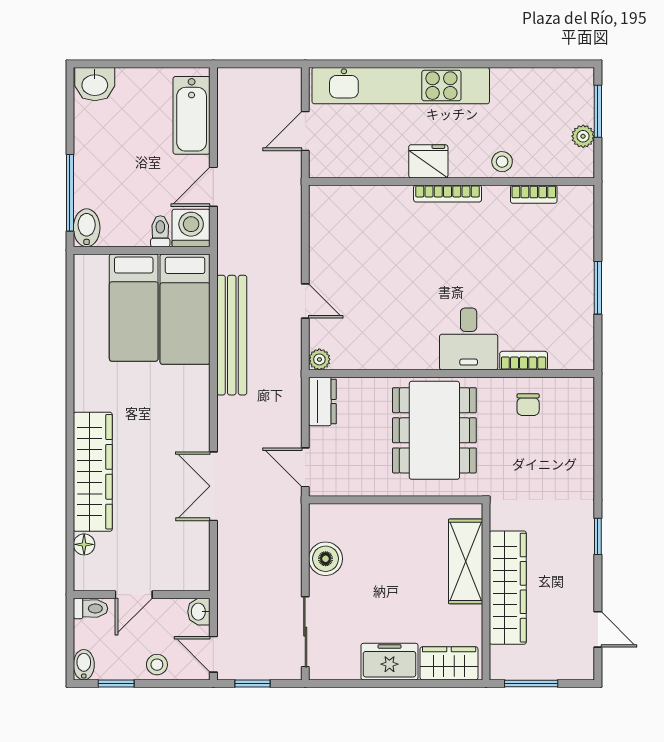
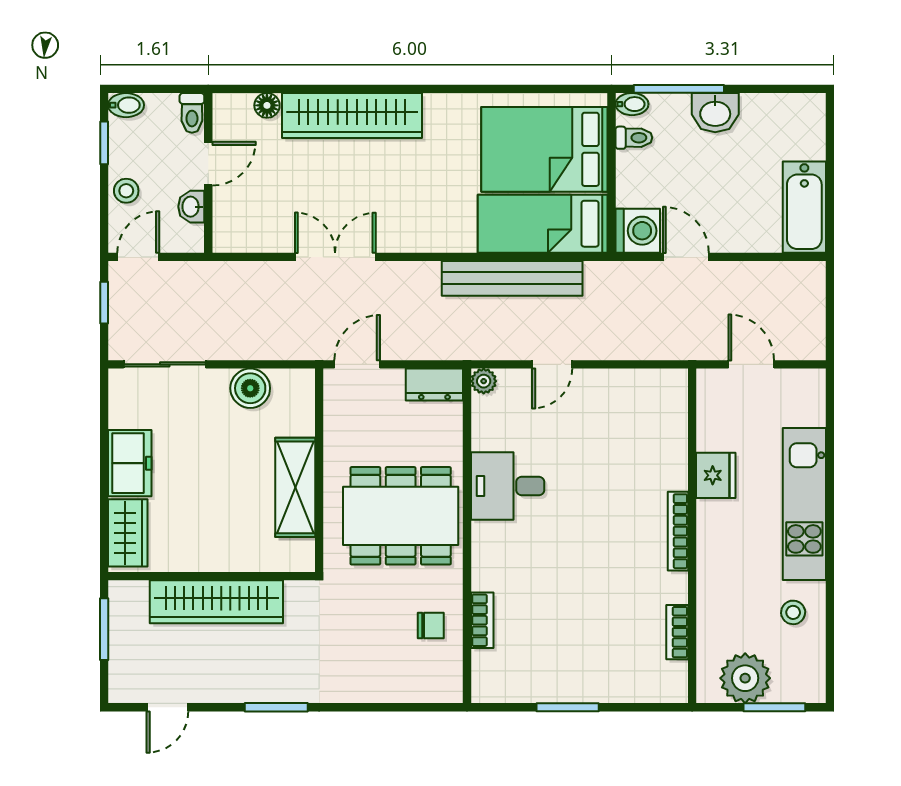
washbasin: (95, 84) -> (715, 113), moved, turned -90
kitchen unit: (401, 86) -> (804, 504), width x0.73
bathtub: (192, 115) -> (804, 207), moved, turned -90
plant: (583, 136) -> (745, 678), width x1.88, depth x1.88
fridge: (428, 161) -> (716, 475), moved
stool: (502, 162) -> (793, 612), moved
bidet: (87, 228) -> (632, 104), width x0.72, depth x0.74
toilet: (160, 231) -> (634, 138), moved
bed: (134, 308) -> (544, 149), width x1.50
desk: (469, 339) -> (508, 486), moved
chair: (528, 405) -> (431, 626), turned 180
window: (598, 536) -> (276, 707), width x1.50
shelving: (466, 561) -> (295, 487), moved, turned 90
door: (134, 595) -> (208, 164), swing flipped
washbasin: (199, 612) -> (191, 207), moved, turned -90

